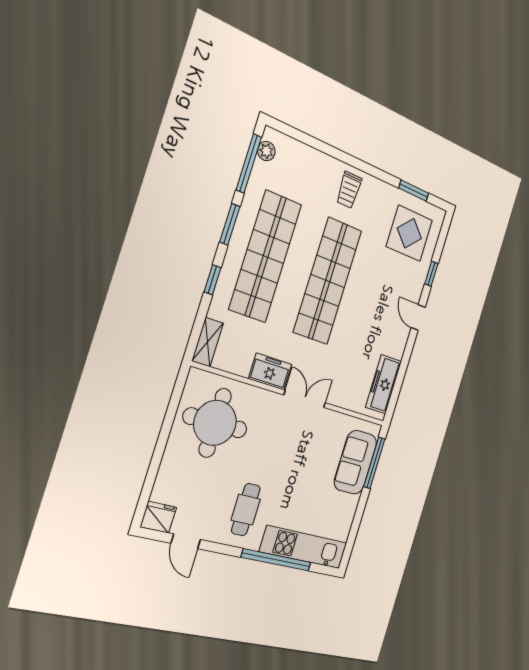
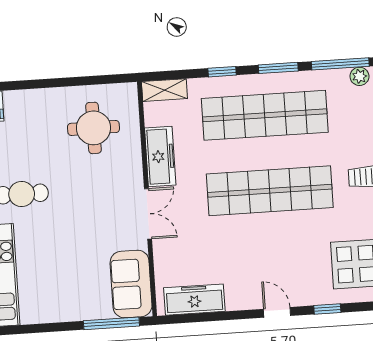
door: (418, 318) -> (277, 312), hinge flipped
freezer: (270, 372) -> (160, 157), width x1.40
round table: (215, 423) -> (93, 128), width x0.73, depth x0.73
sofa: (355, 462) -> (131, 284), moved, turned -90

